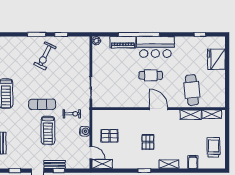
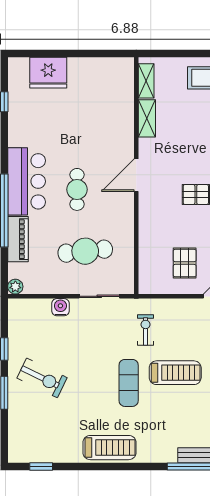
cafe table: (192, 90) -> (85, 251), moved
water cooler: (85, 131) -> (60, 307), moved

